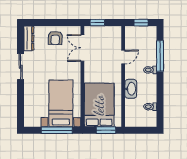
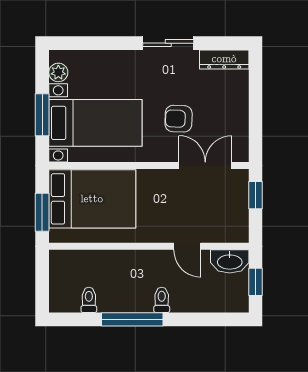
armchair: (55, 38) -> (179, 119), moved
window: (160, 56) -> (132, 319), moved
washbasin: (131, 89) -> (230, 261), moved
plant: (35, 122) -> (58, 72), added
window: (57, 130) -> (42, 115), width x0.69

